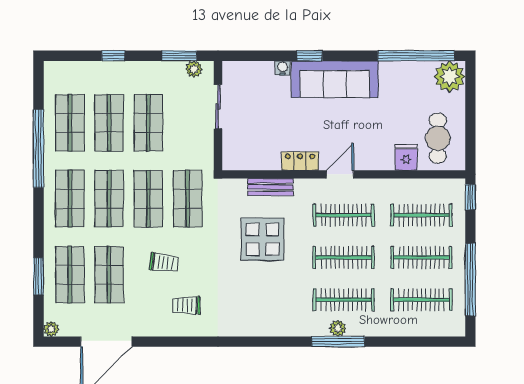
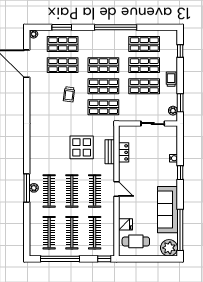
window: (113, 56) -> (180, 51), moved
sofa: (335, 79) -> (168, 210), moved
window: (39, 148) -> (116, 27), moved
locker: (300, 161) -> (124, 152), moved
shop shelf: (70, 199) -> (103, 44), removed
trolley: (186, 305) -> (171, 79), moved

